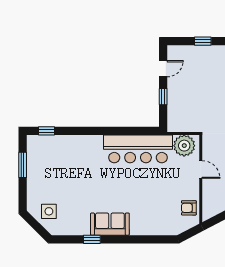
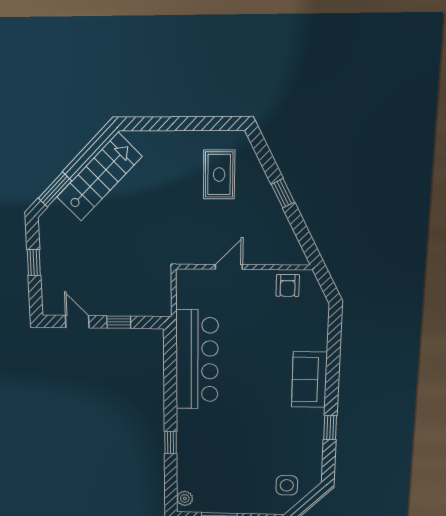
window: (47, 131) -> (171, 443), moved
plant: (184, 146) -> (185, 498), moved, width x0.53, depth x0.53
sofa: (110, 224) -> (309, 380), moved

